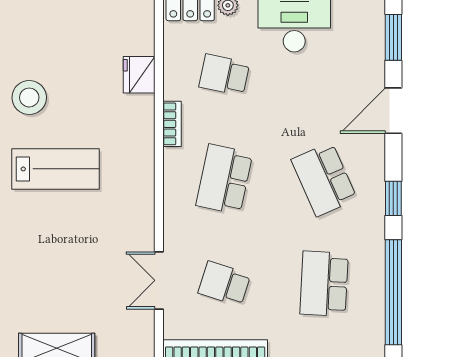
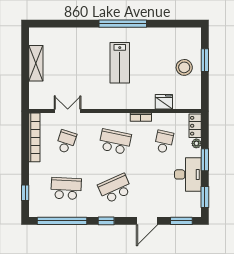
stool: (29, 98) -> (184, 67), moved
door: (393, 111) -> (147, 221), swing flipped

